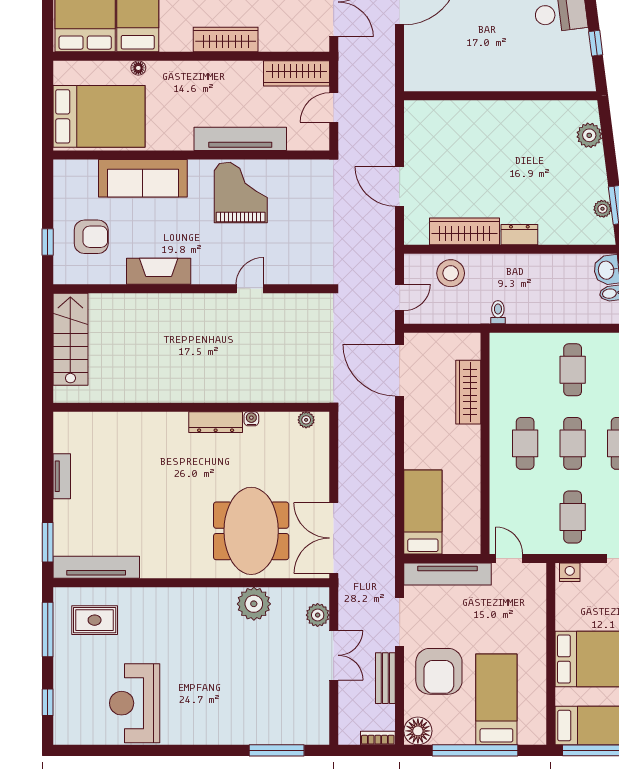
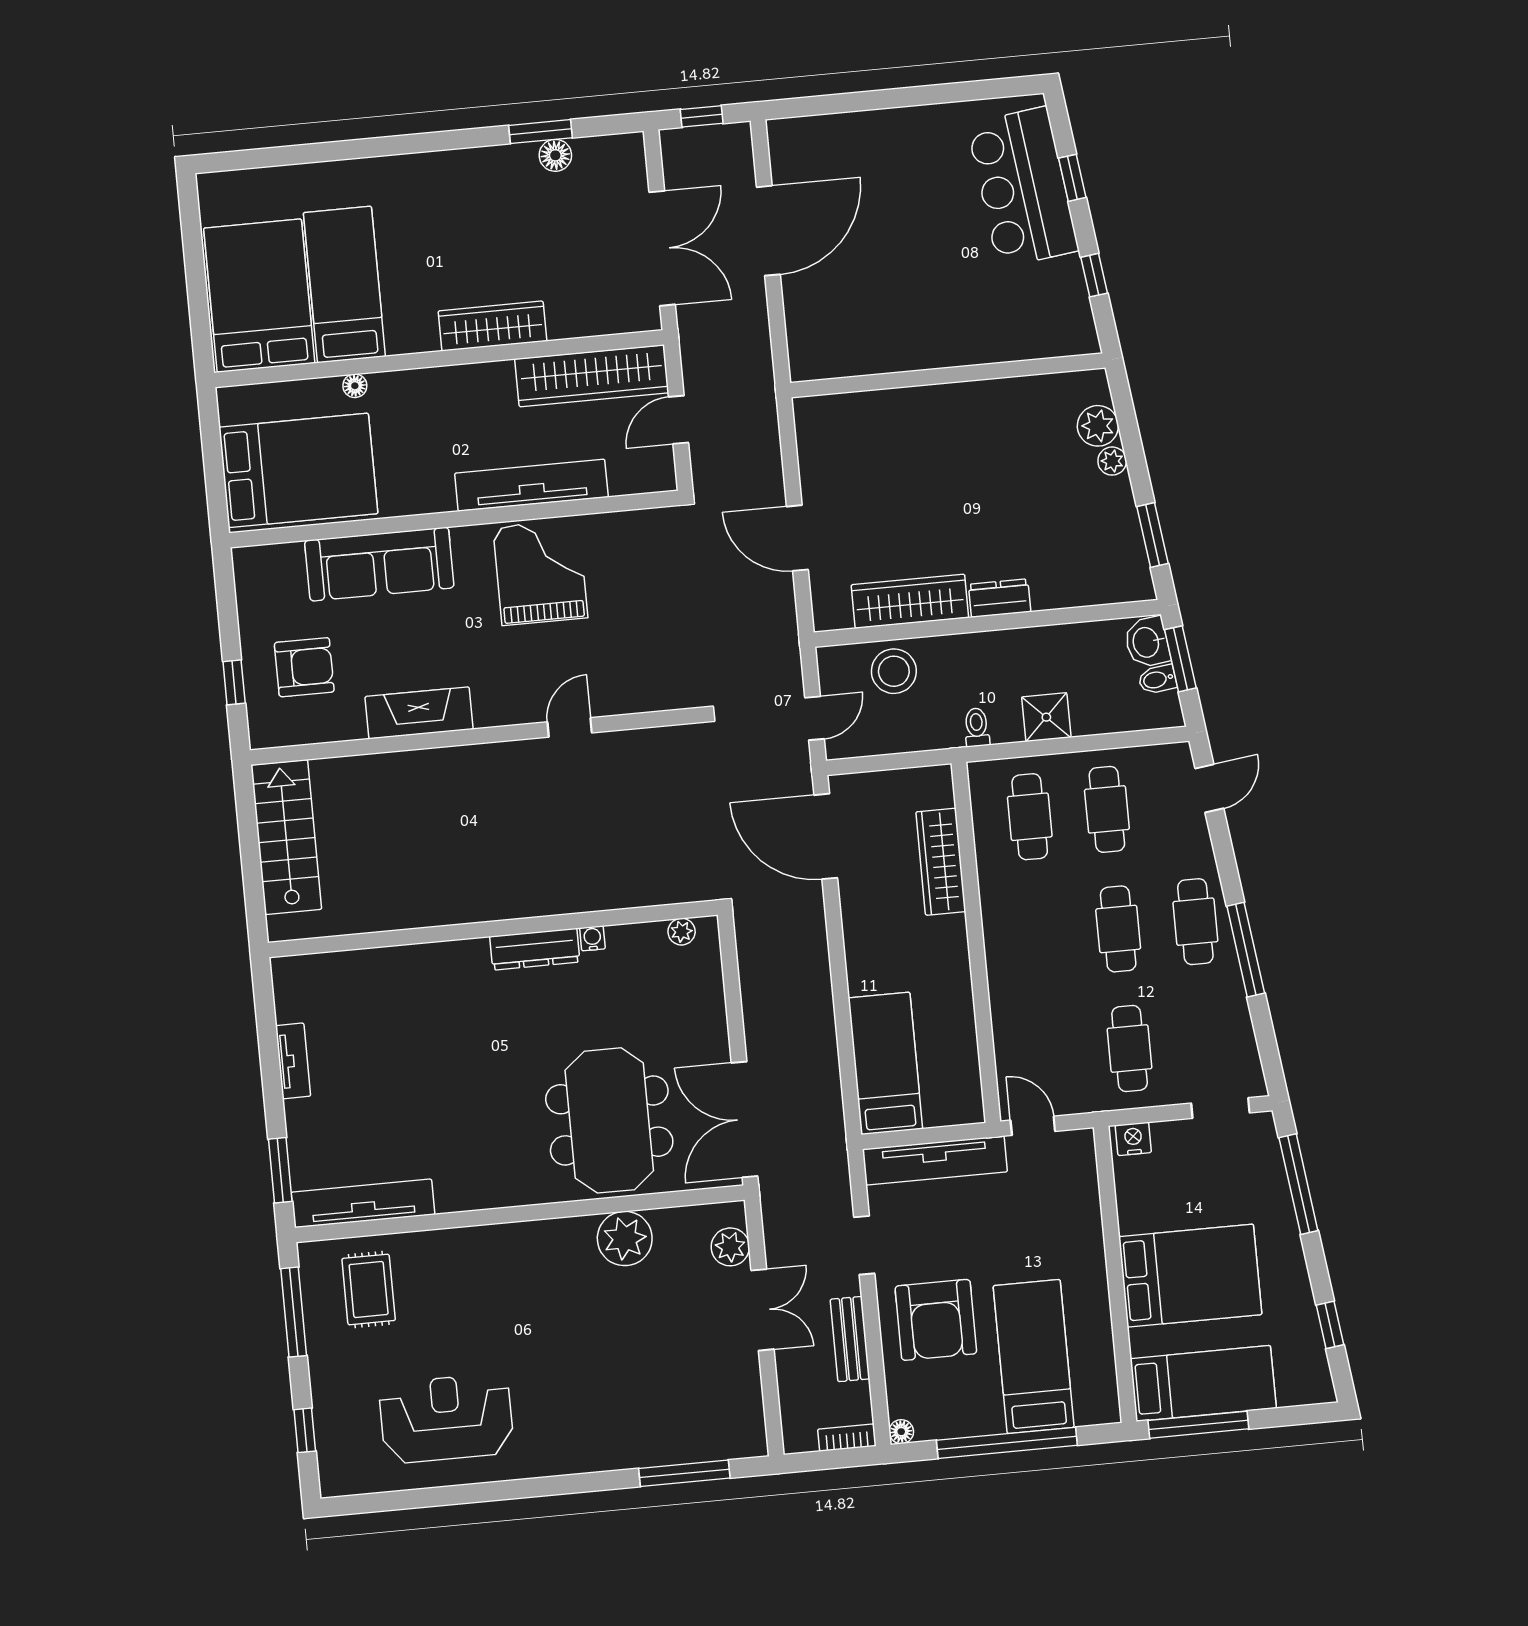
wardrobe: (297, 73) -> (592, 376), width x1.40, depth x1.17
plant: (602, 209) -> (1112, 461), moved
shower: (541, 310) -> (1046, 717), added
cafe table: (525, 443) -> (1030, 817), moved
rug: (95, 620) -> (369, 1289), turned 90
doorway: (400, 622) -> (864, 1245), width x0.73
reception desk: (135, 703) -> (446, 1418), turned 90
floor lamp: (418, 731) -> (901, 1432), width x0.53, depth x0.53

